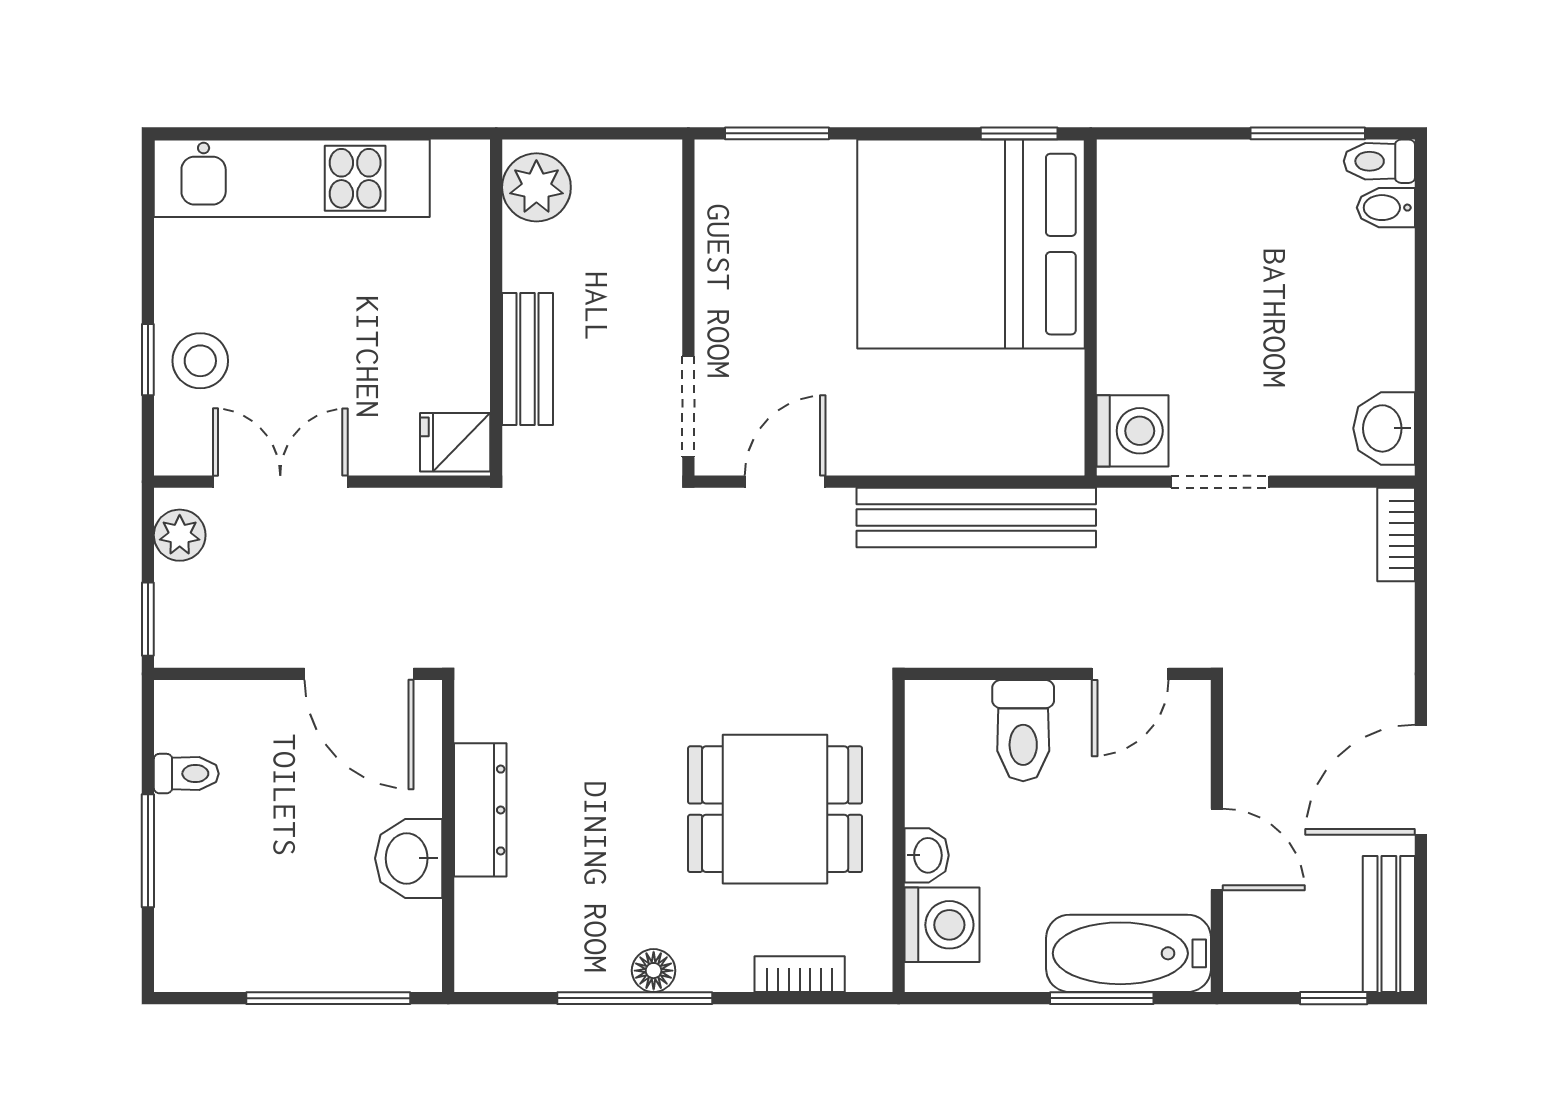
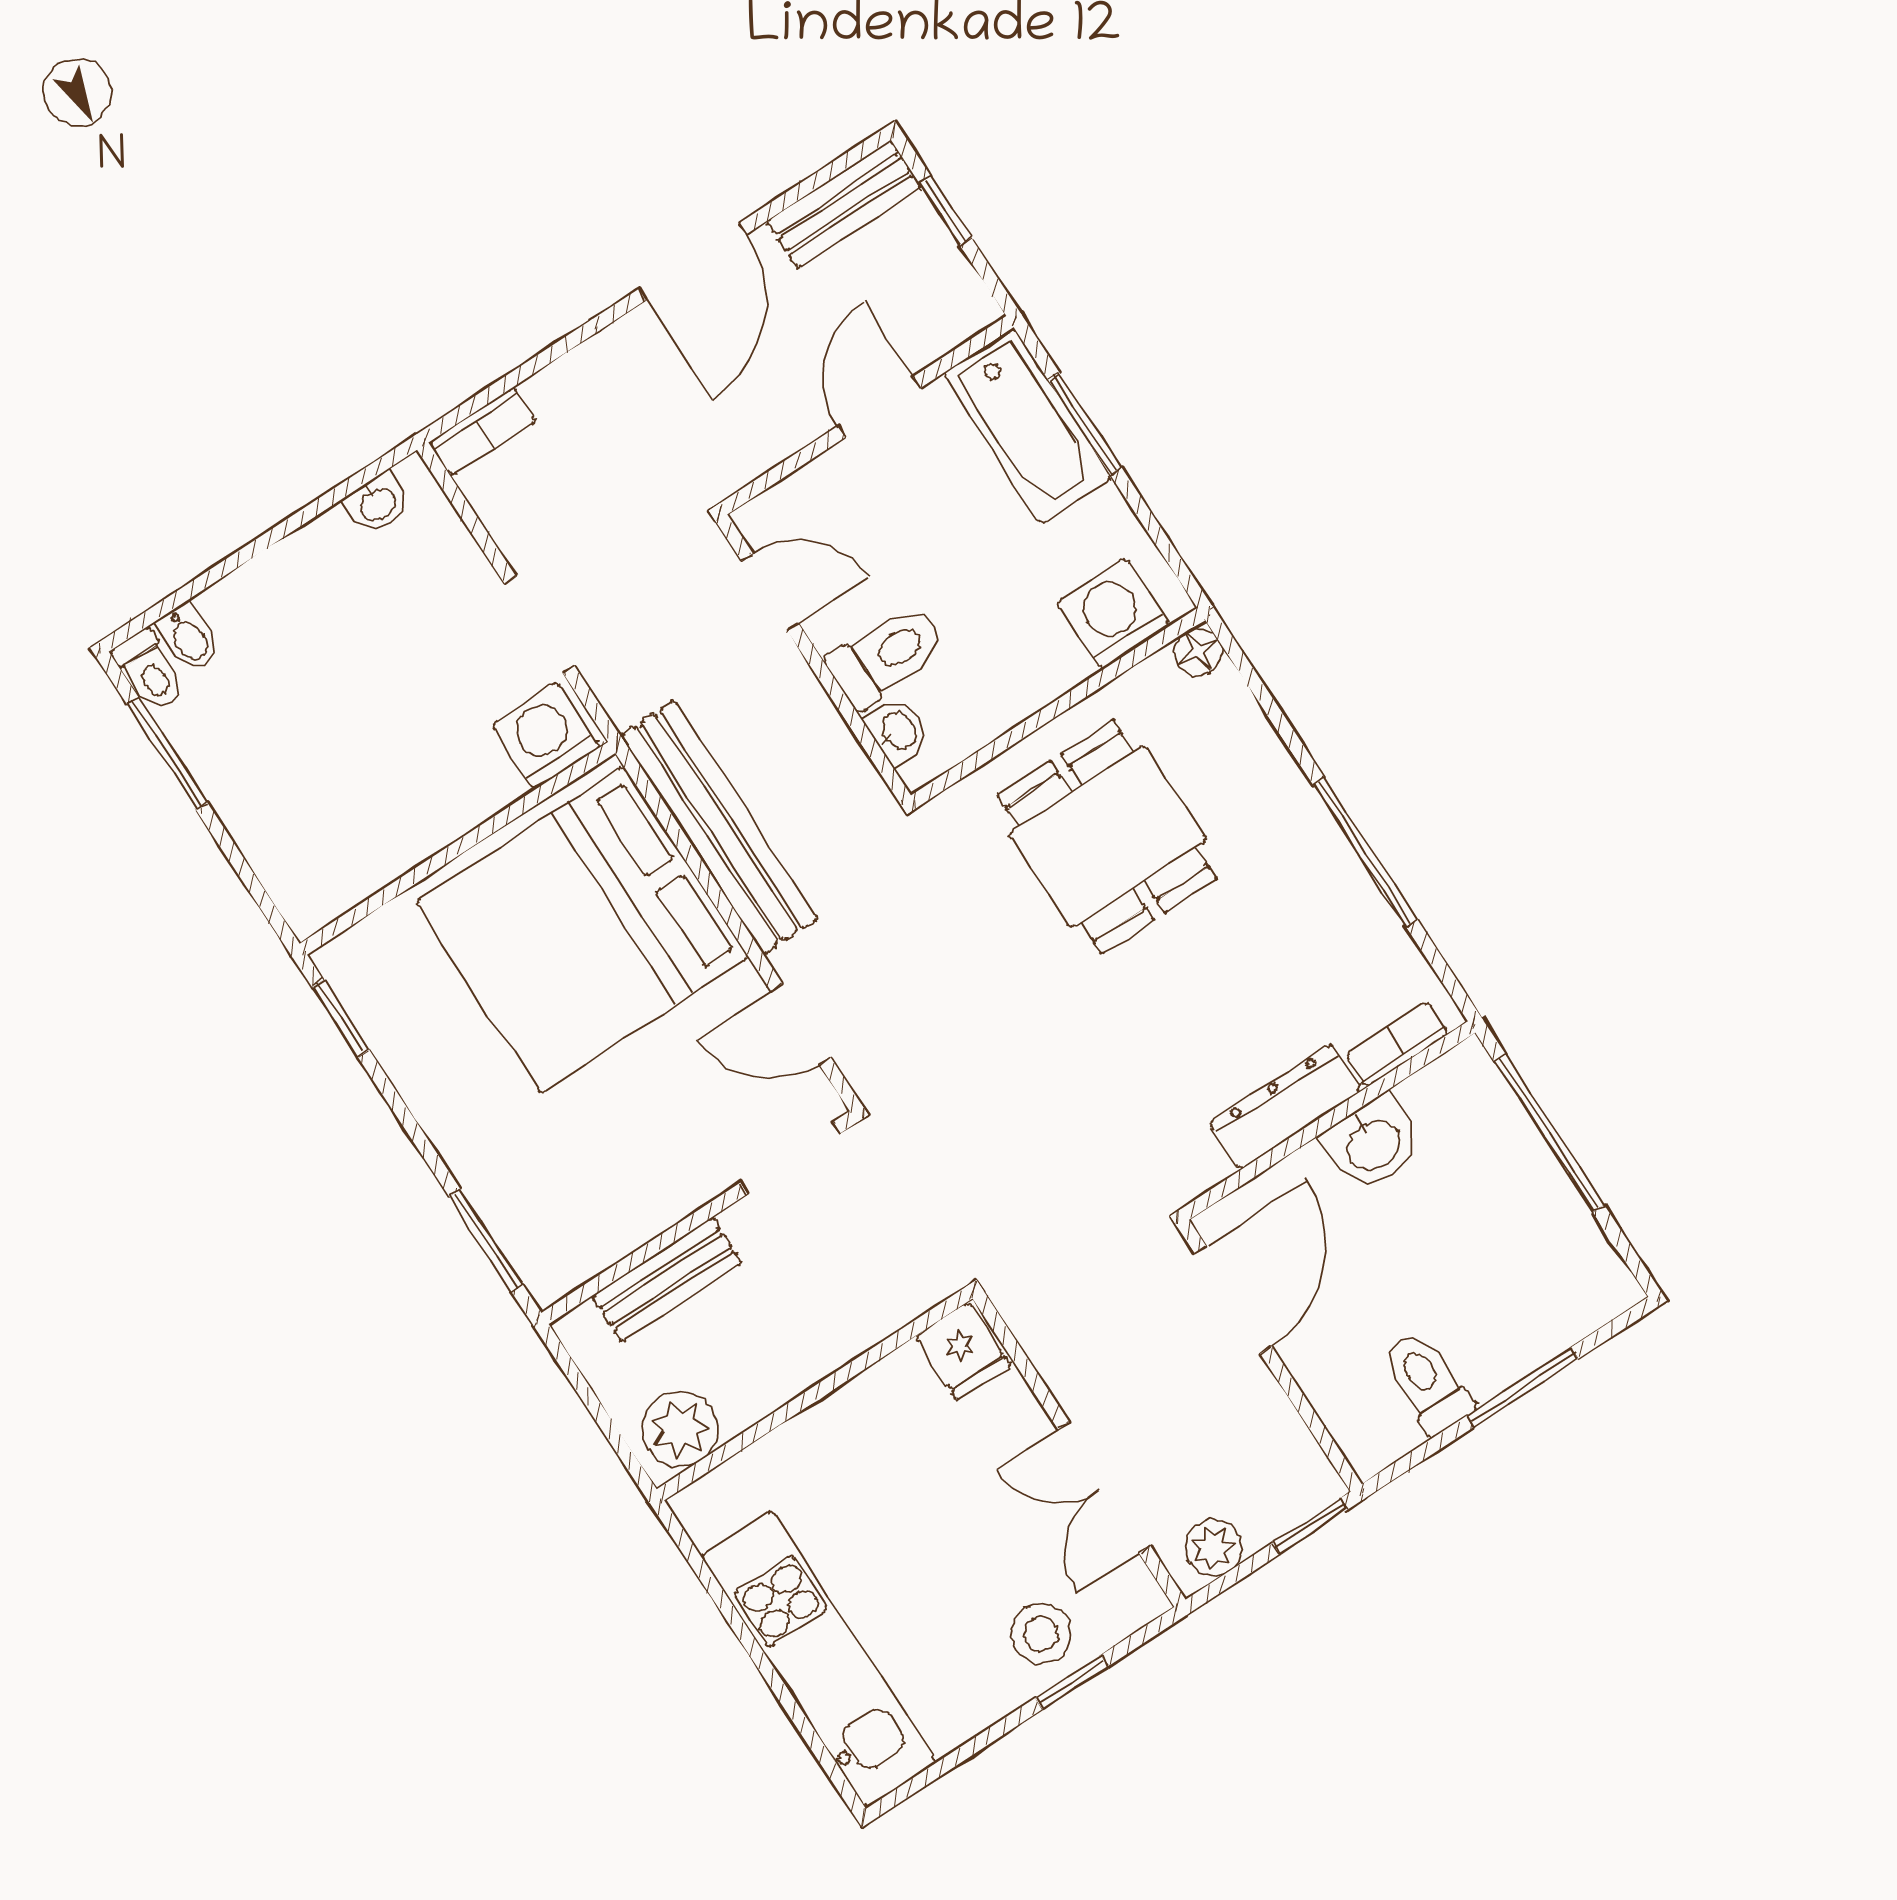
bed: (971, 244) -> (582, 930), moved, turned 90
bench: (528, 359) -> (667, 1280), moved
washbasin: (1384, 428) -> (377, 504), width x0.72, depth x0.69
toilet: (186, 774) -> (1428, 1383), width x1.37, depth x1.39
door: (1421, 780) -> (692, 262), hinge flipped
washbasin: (927, 855) -> (898, 731), moved, turned 90
floor lamp: (654, 971) -> (1198, 652), moved
bookcase: (800, 974) -> (1397, 1044), moved, turned 90

